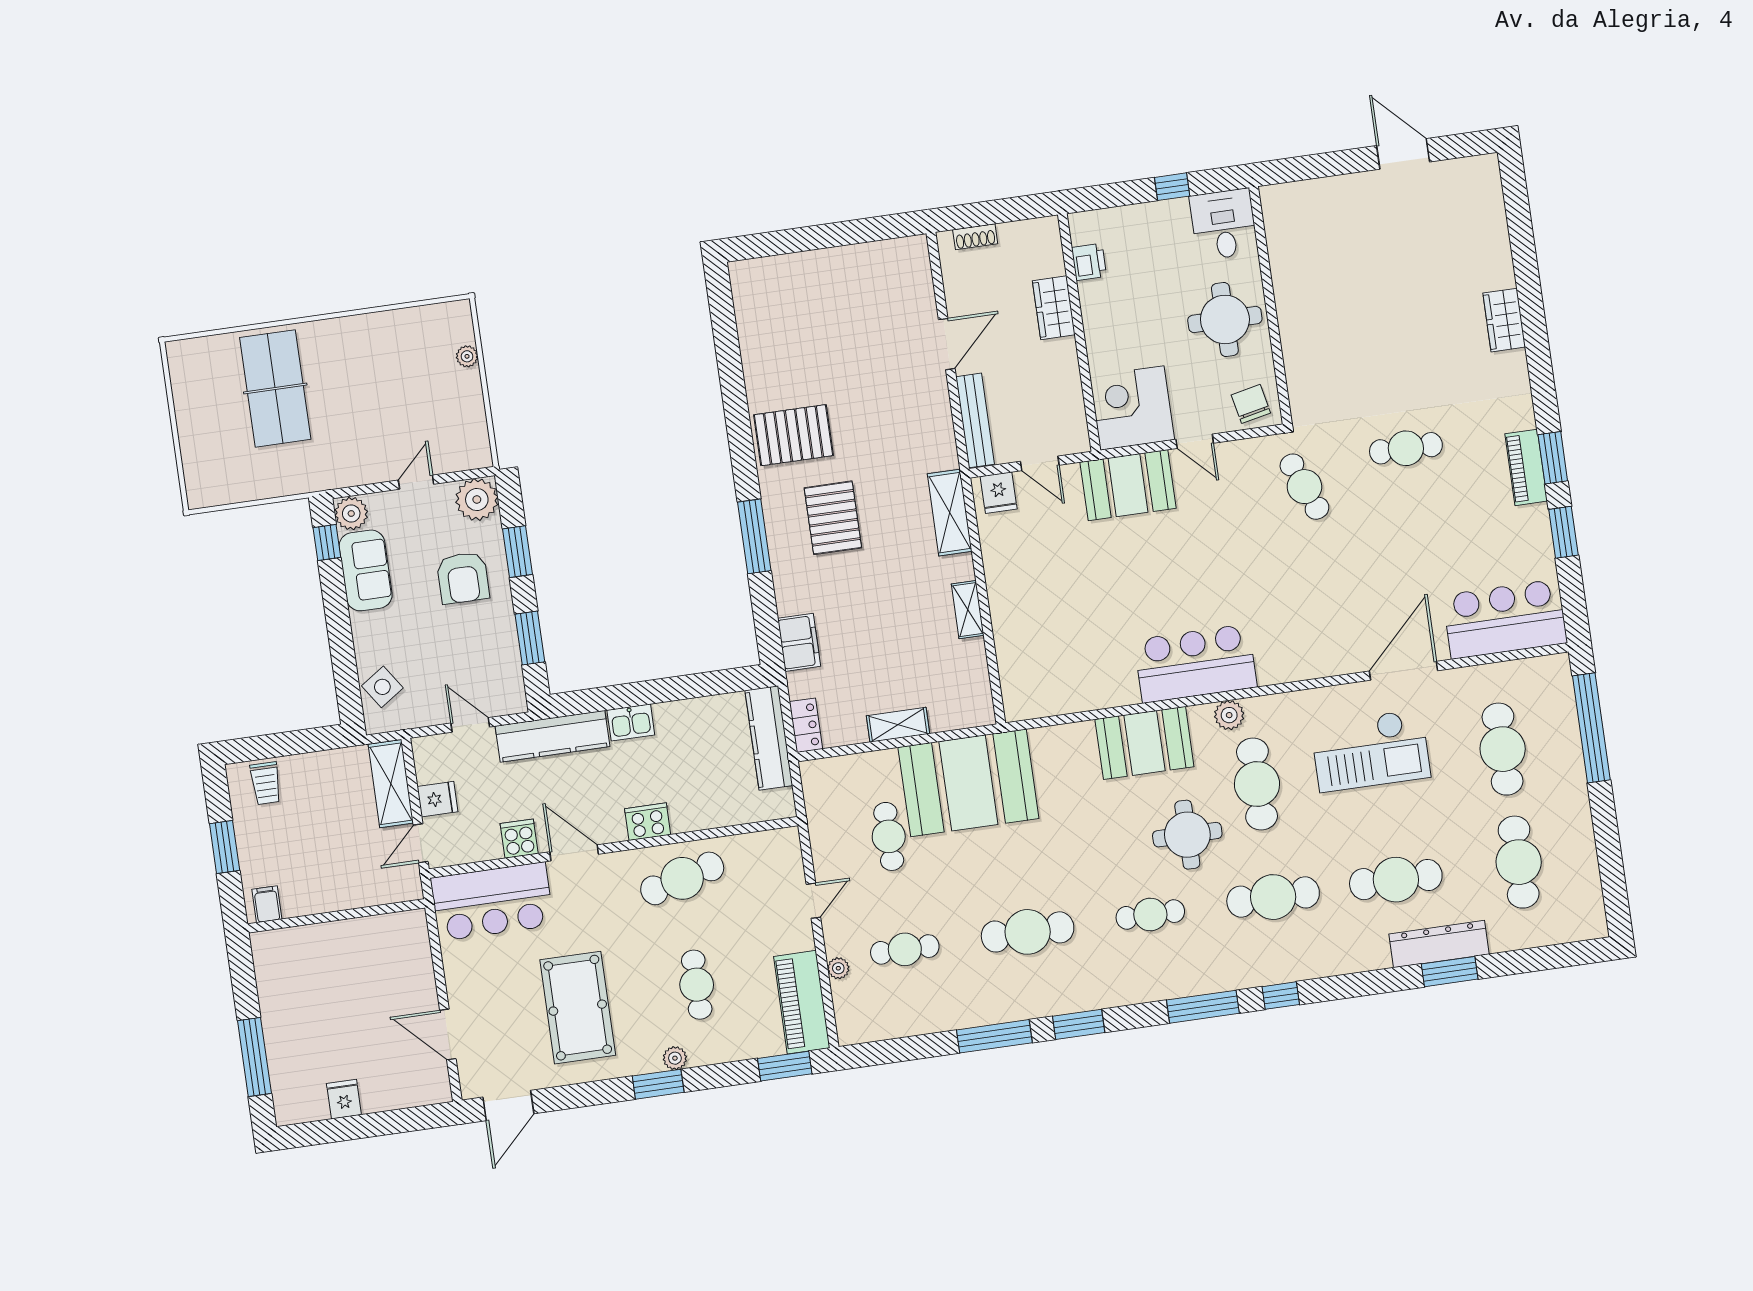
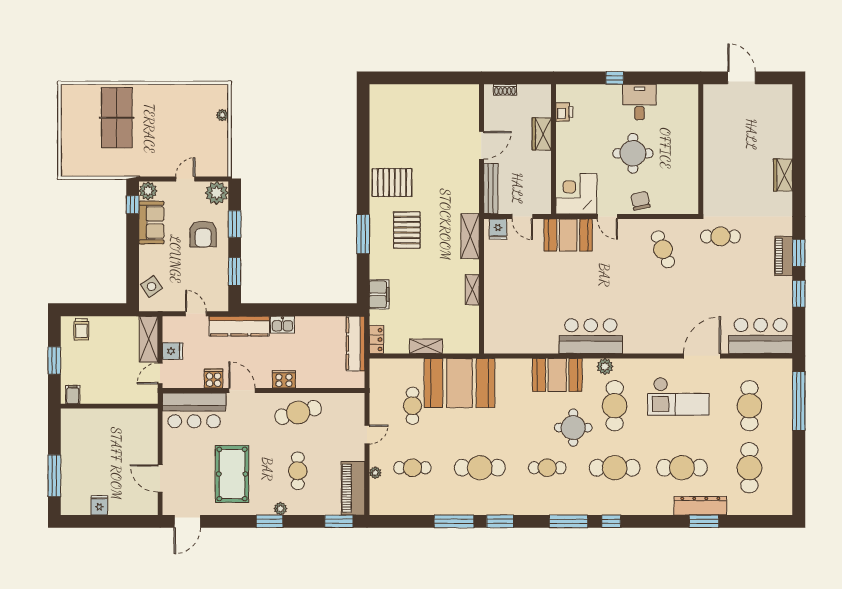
wall: (1270, 305) -> (701, 149), moved

